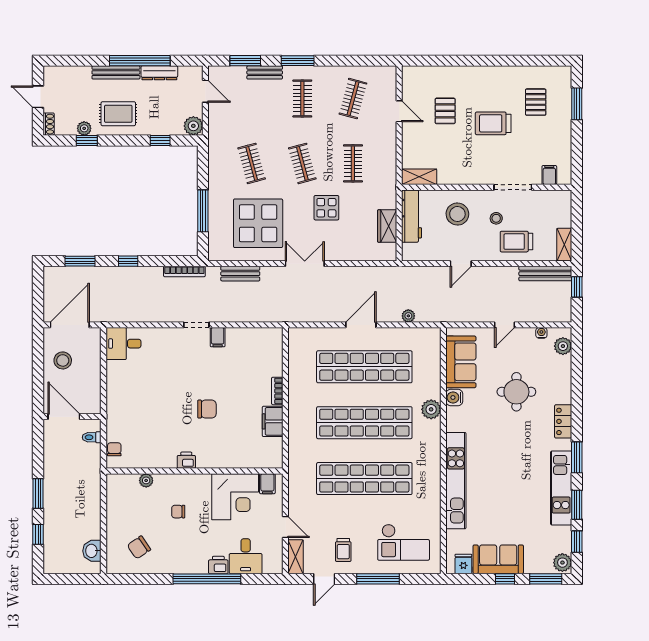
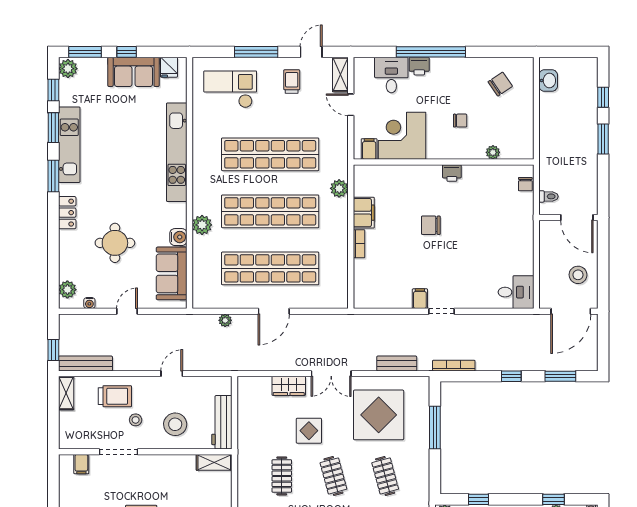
wardrobe: (387, 226) -> (289, 386), moved, turned 90
plant: (297, 445) -> (339, 188), added

